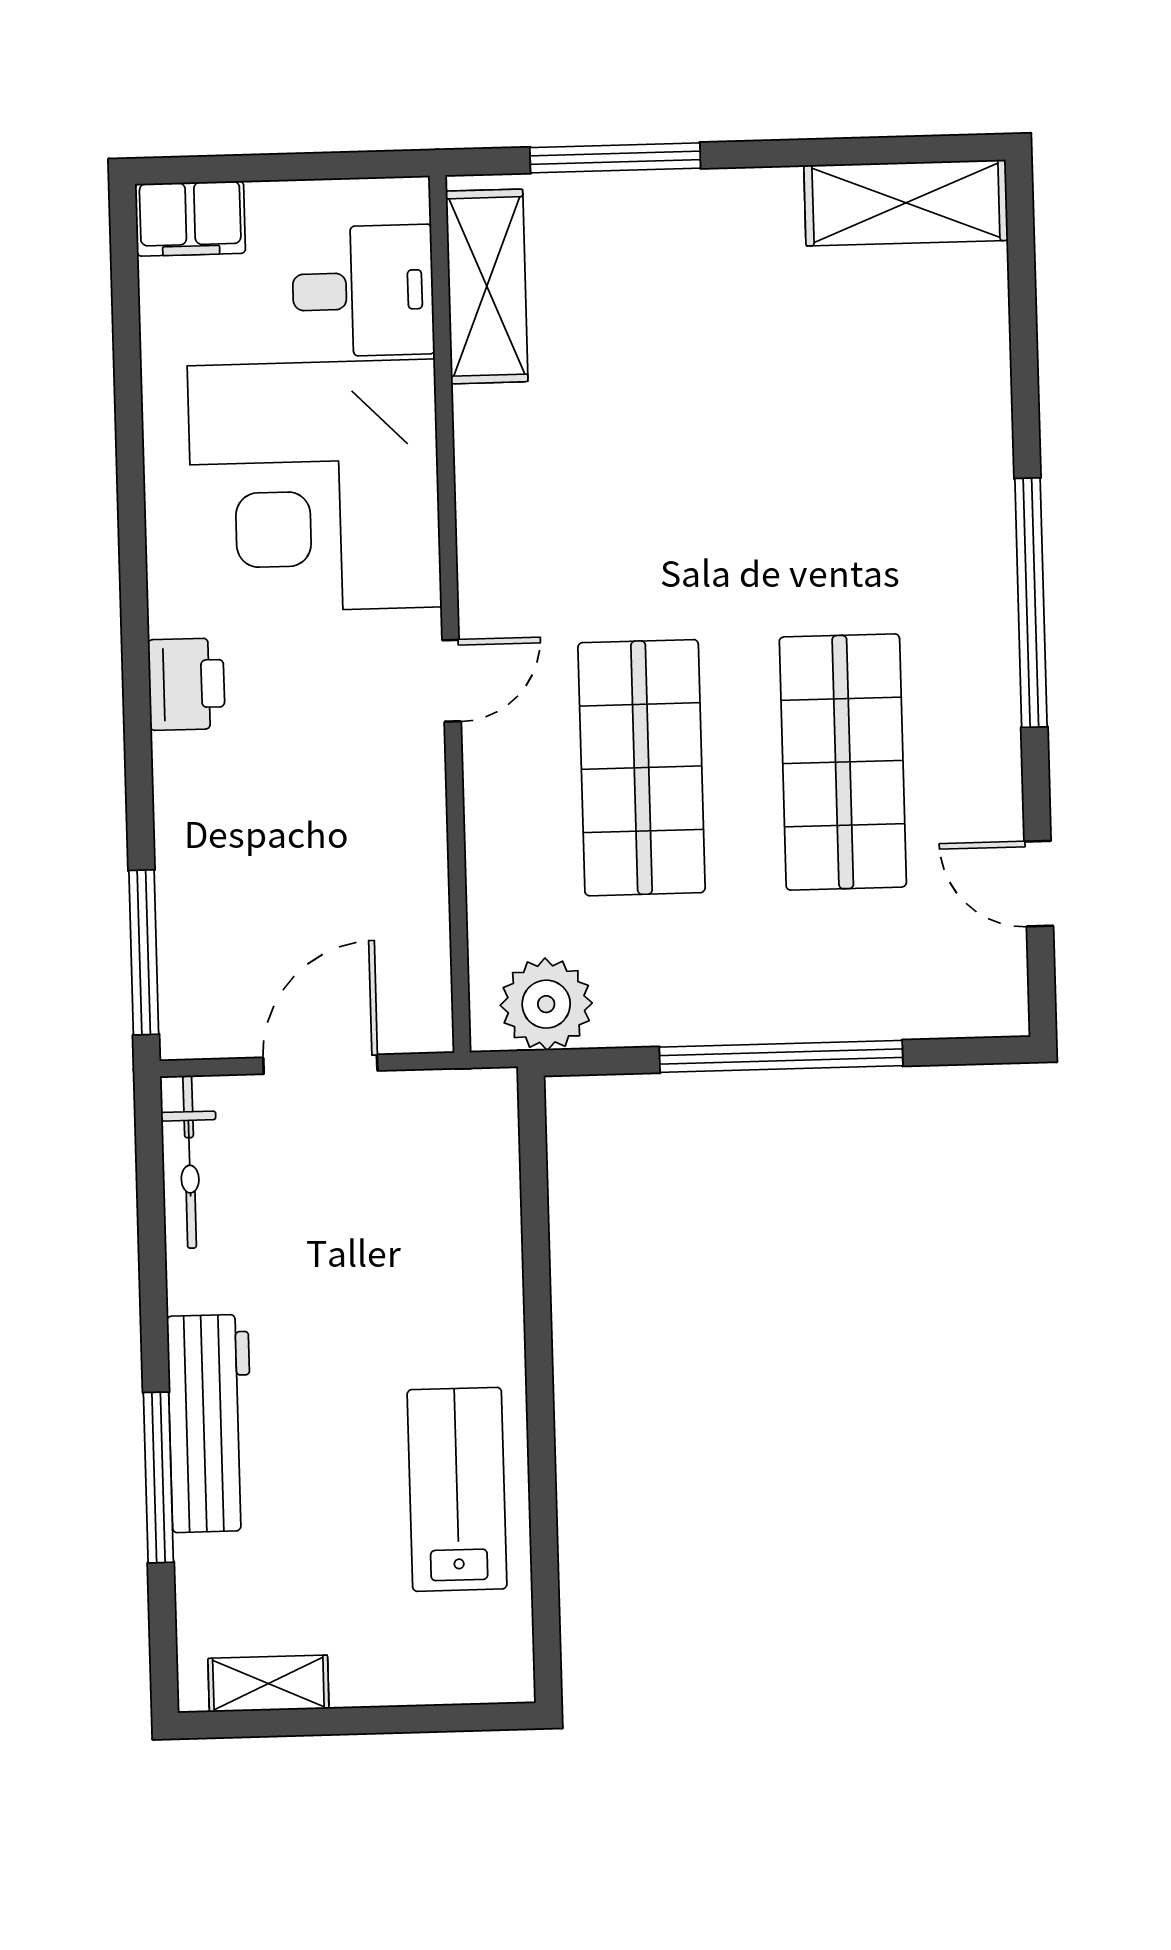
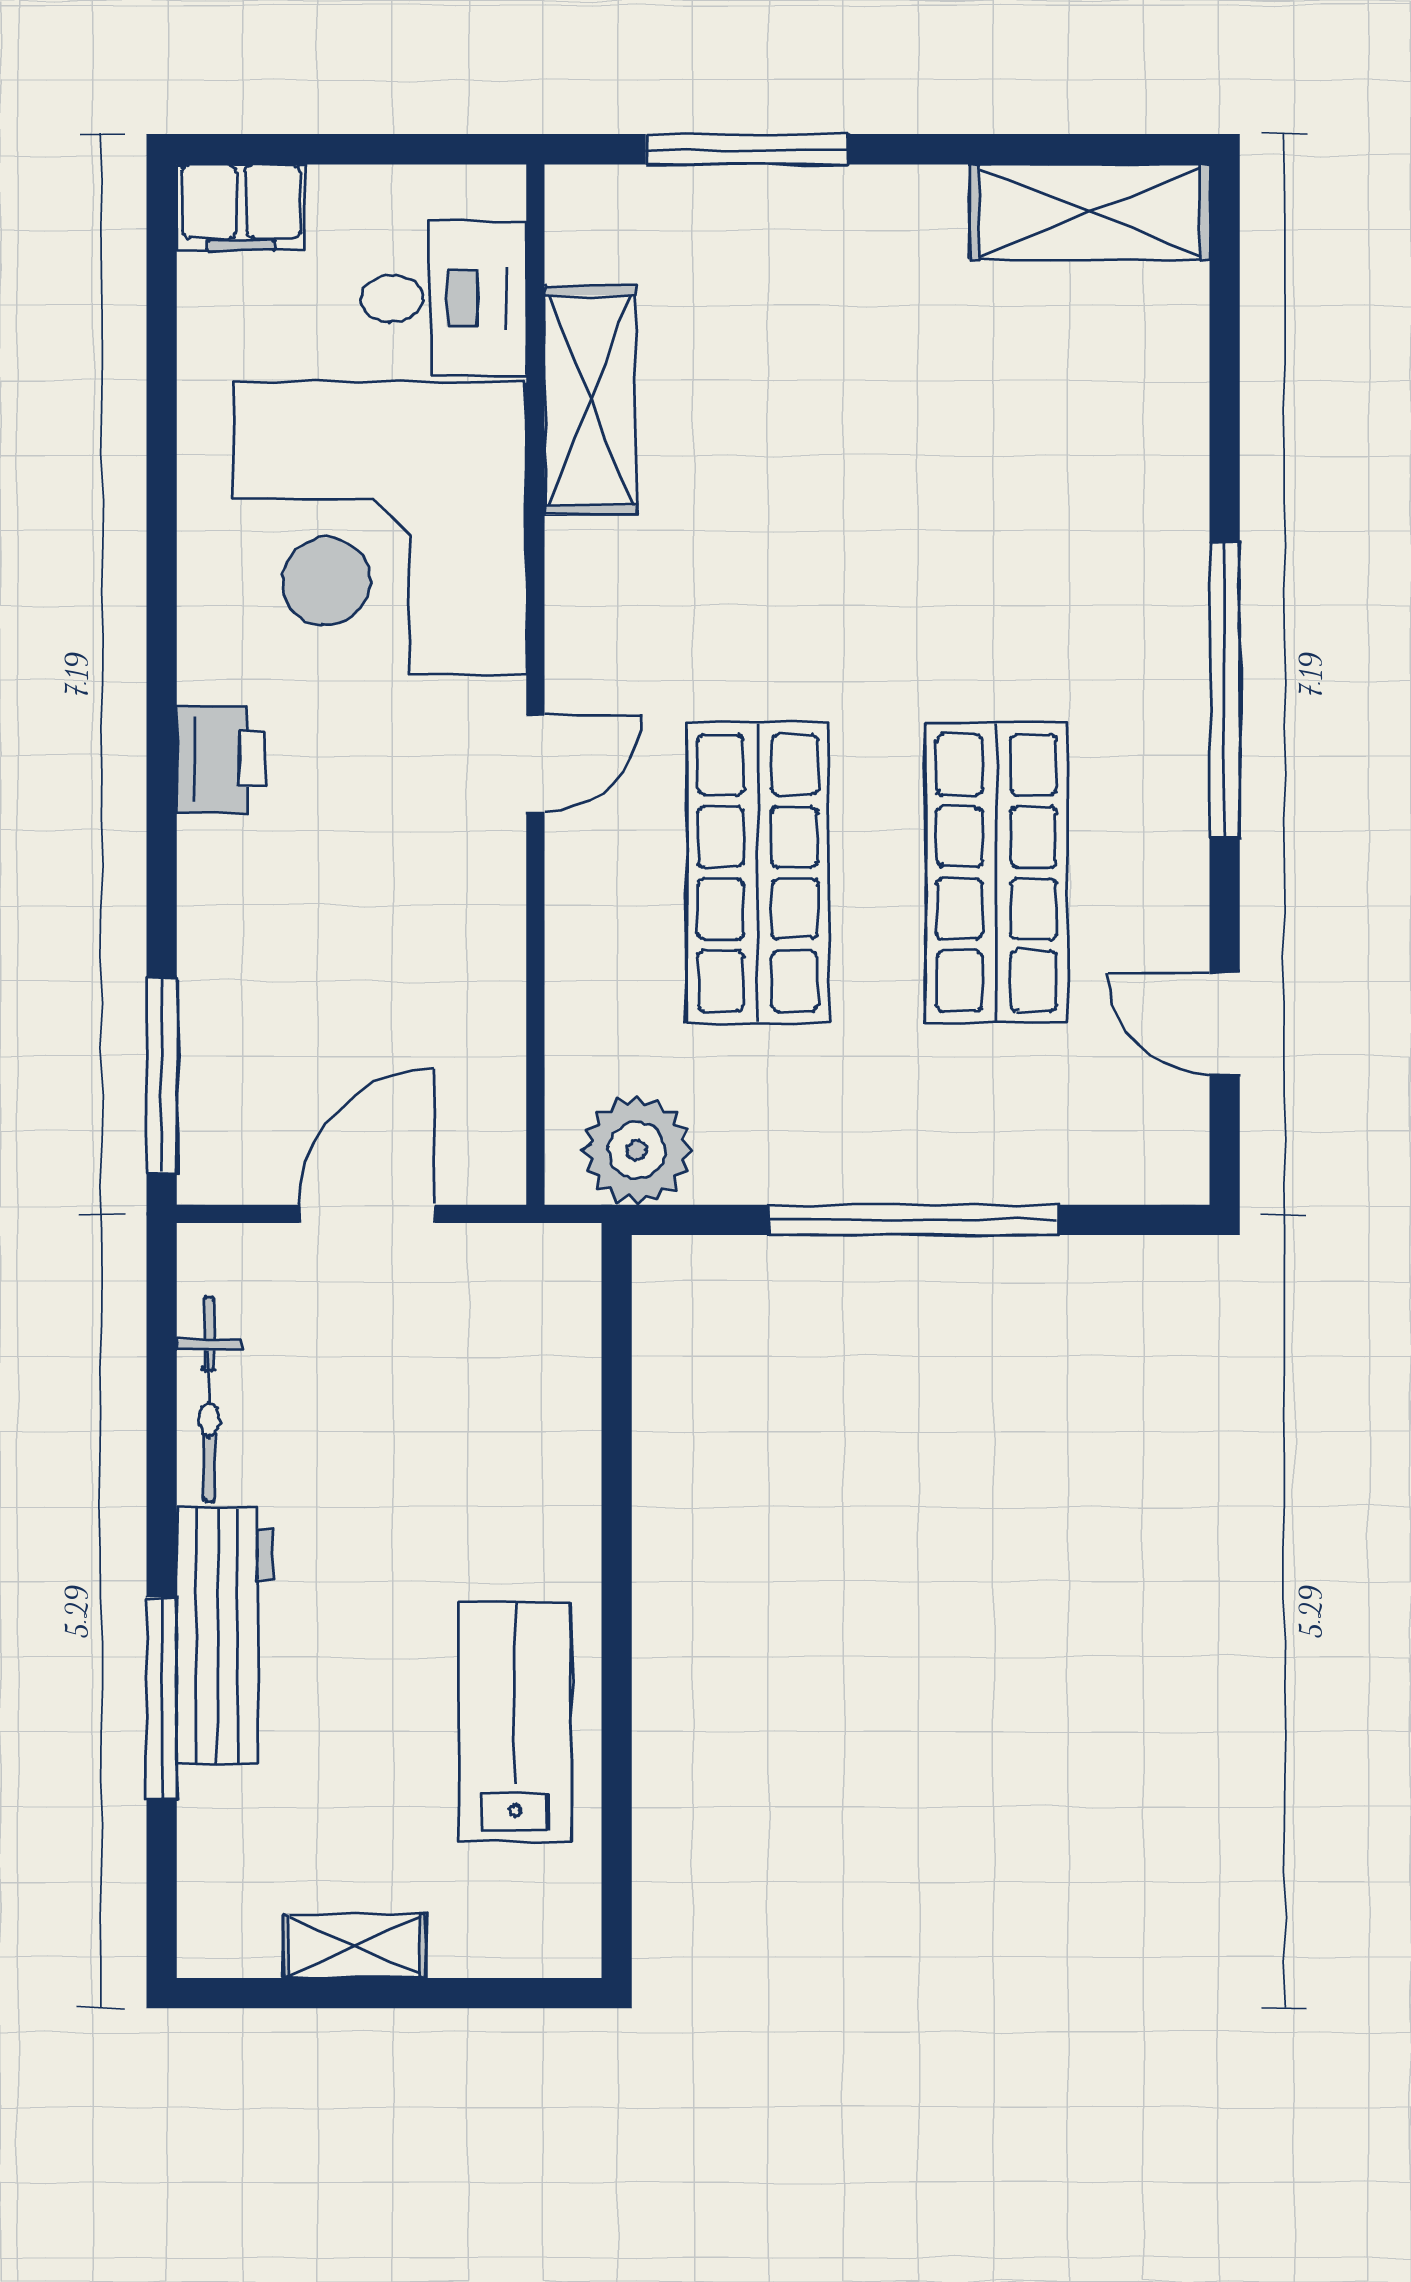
shelving: (487, 286) -> (590, 400), moved
bicycle: (190, 1162) -> (209, 1399), moved
shelving: (268, 1684) -> (355, 1946), moved

